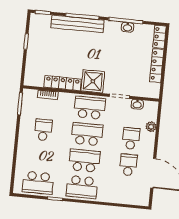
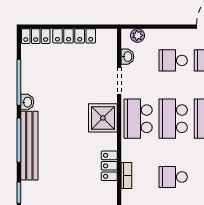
washbasin: (128, 27) -> (27, 102), moved
locker: (63, 83) -> (109, 166), width x0.66
plant: (151, 127) -> (138, 35), moved

